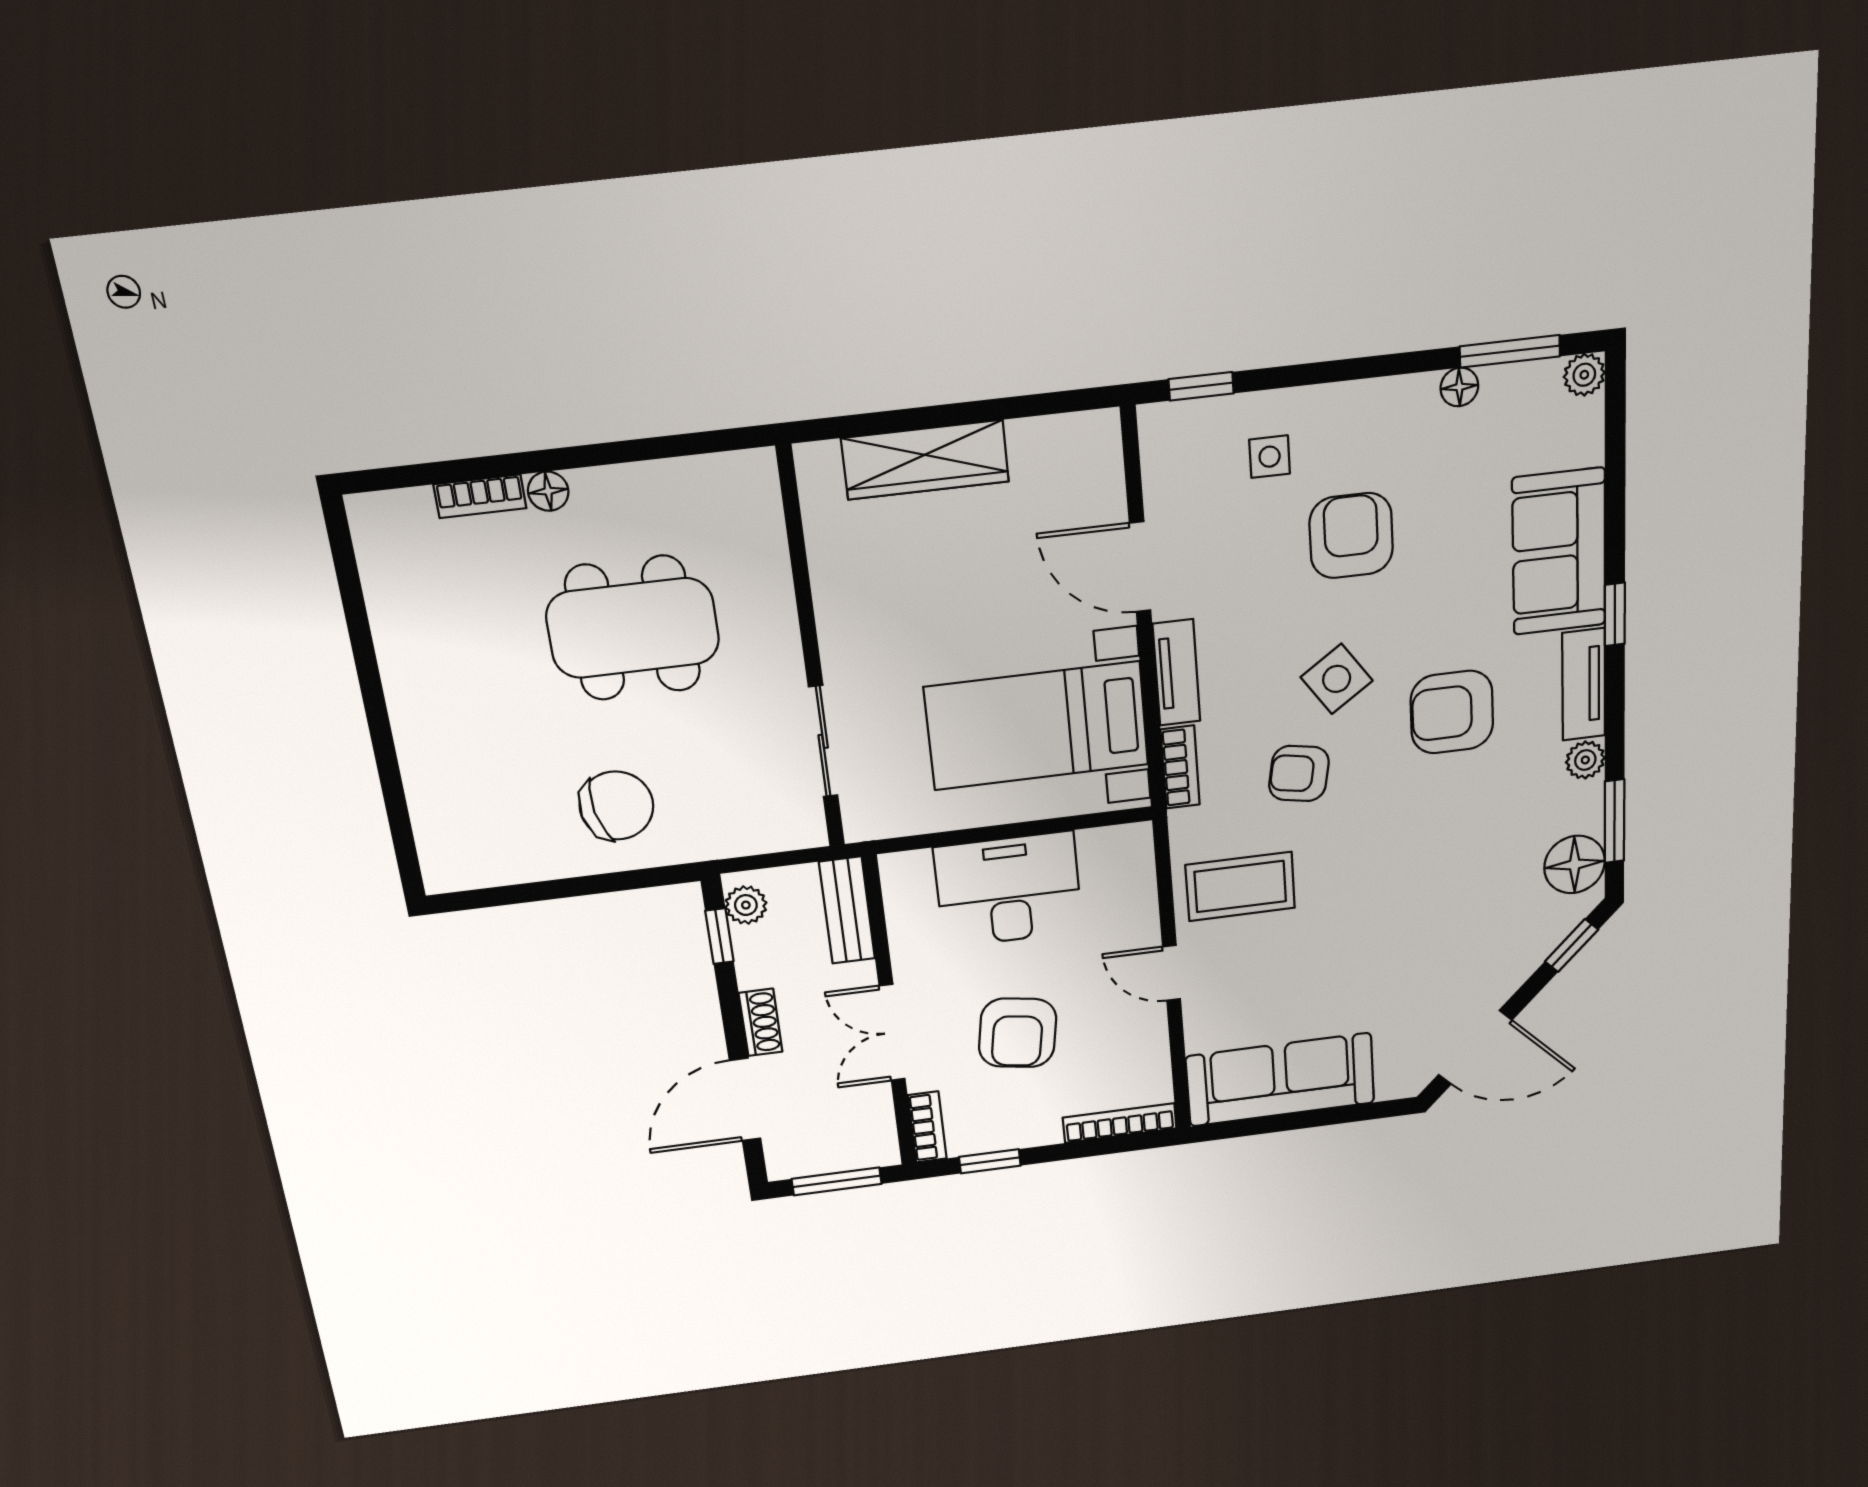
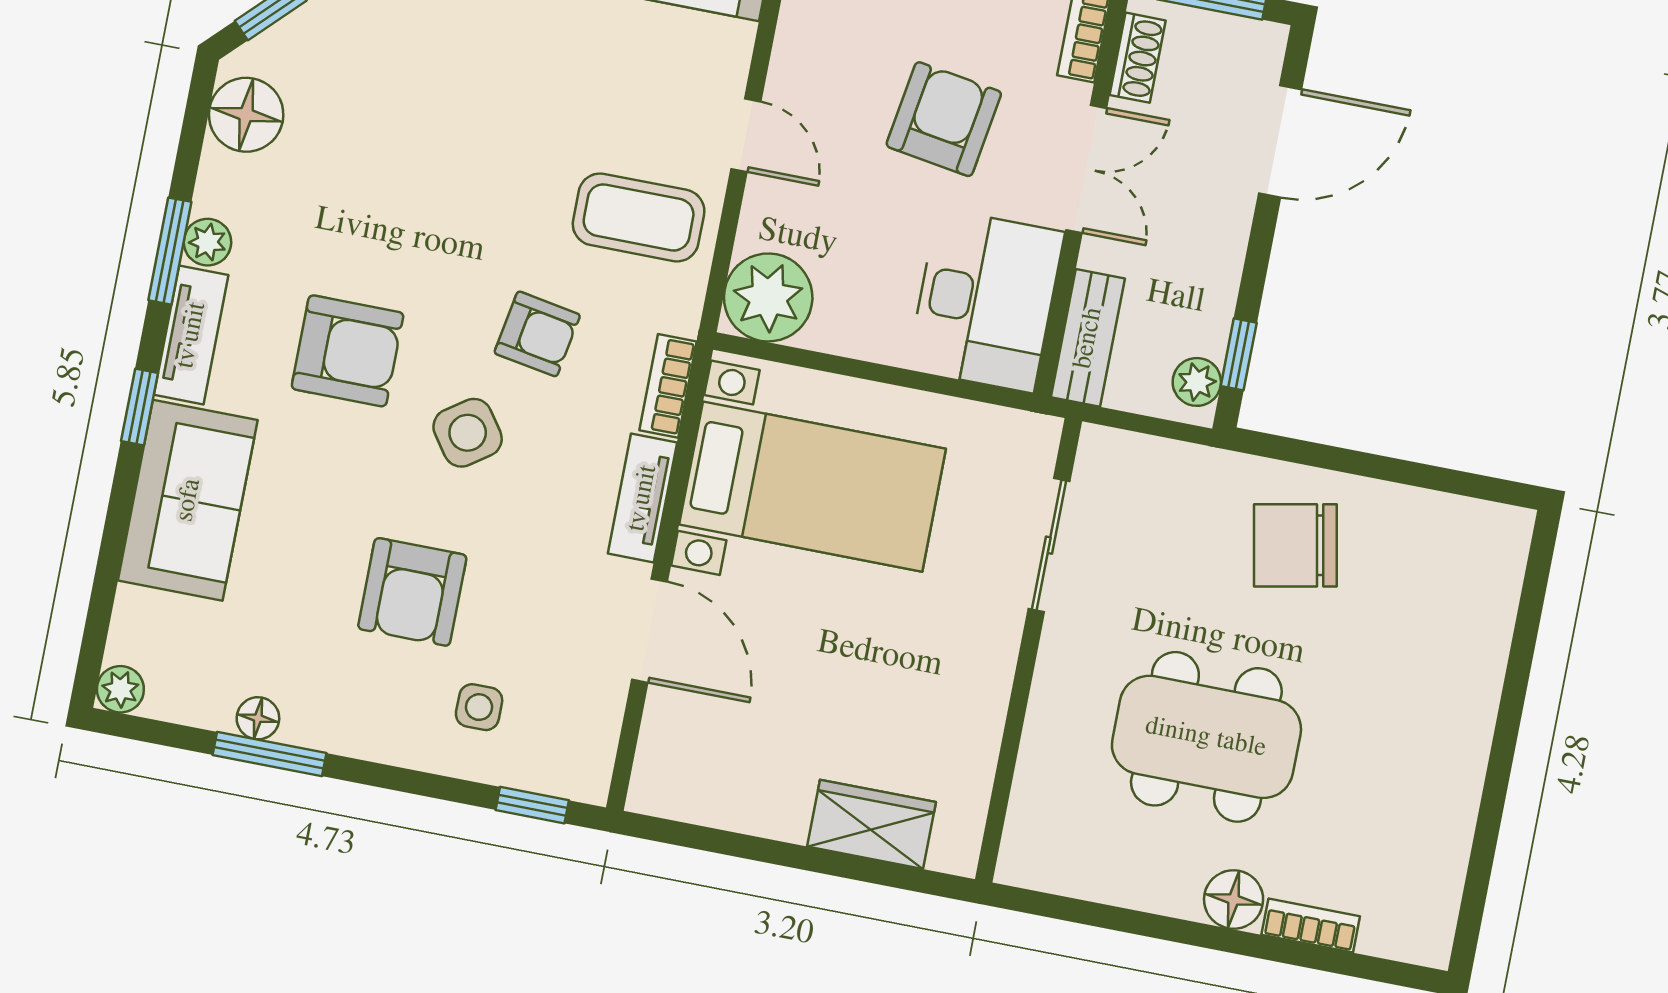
window: (1510, 351) -> (269, 754), moved
wardrobe: (925, 460) -> (872, 824), width x0.67
floor lamp: (548, 491) -> (1234, 900), width x1.37, depth x1.37
window: (1614, 821) -> (170, 251), moved
plant: (1118, 860) -> (768, 297), added
desk: (1008, 890) -> (986, 301), moved, turned -90
shoe rack: (761, 1022) -> (1138, 58), moved, turned 180

